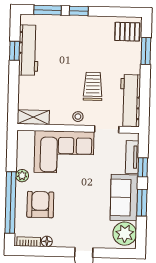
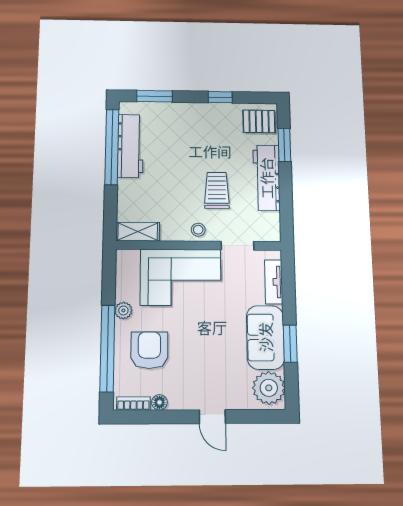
window: (79, 11) -> (220, 97), moved
window: (14, 51) -> (112, 147), width x3.17
workbench: (130, 100) -> (266, 178), moved
window: (143, 167) -> (289, 296), removed

